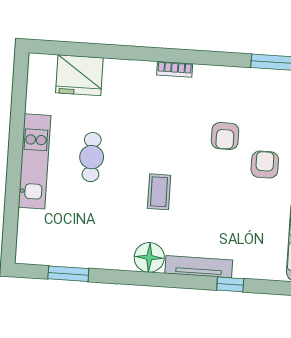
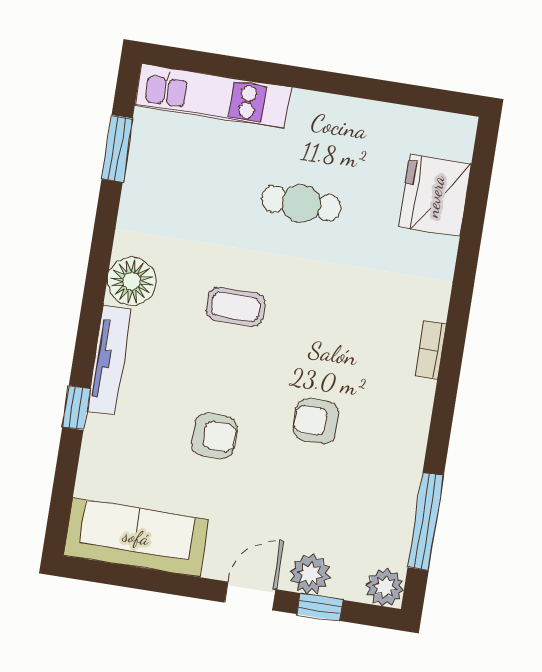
kitchen unit: (35, 161) -> (213, 96), moved
armchair: (265, 165) -> (214, 436), moved

